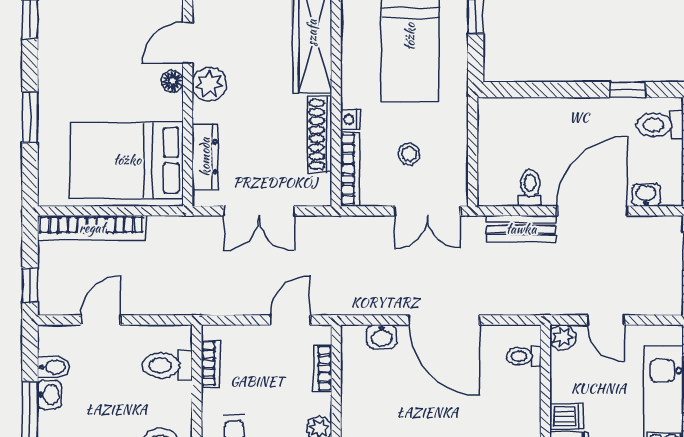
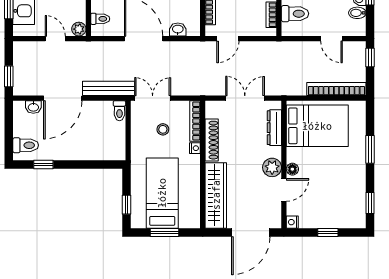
toilet: (530, 188) -> (119, 111), moved
bench: (521, 229) -> (108, 88), width x1.36
door: (101, 320) -> (331, 39), hinge flipped

